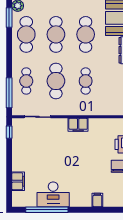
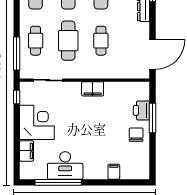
corner desk: (28, 155) -> (37, 122), added

